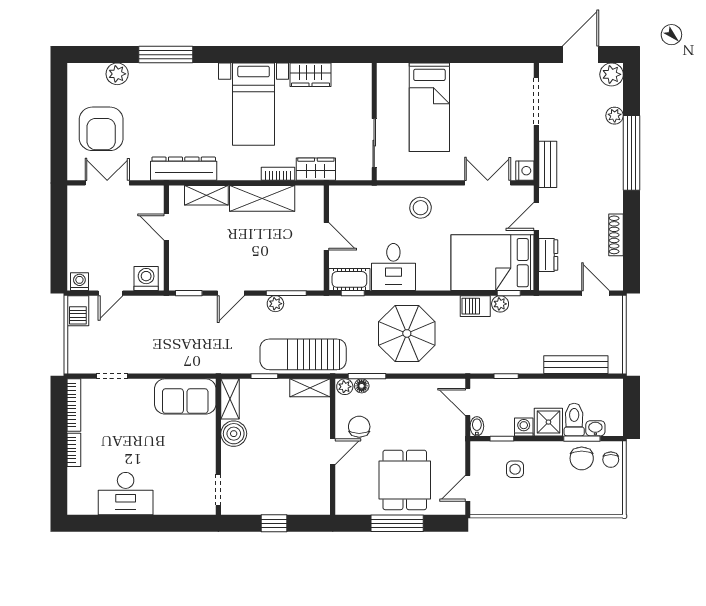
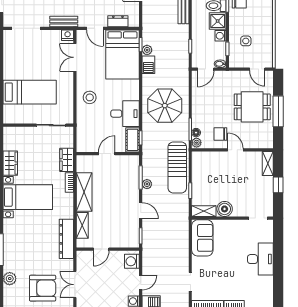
door: (111, 293) -> (141, 283), hinge flipped
shelving: (310, 388) -> (268, 163), moved
desk: (126, 494) -> (260, 259), moved

